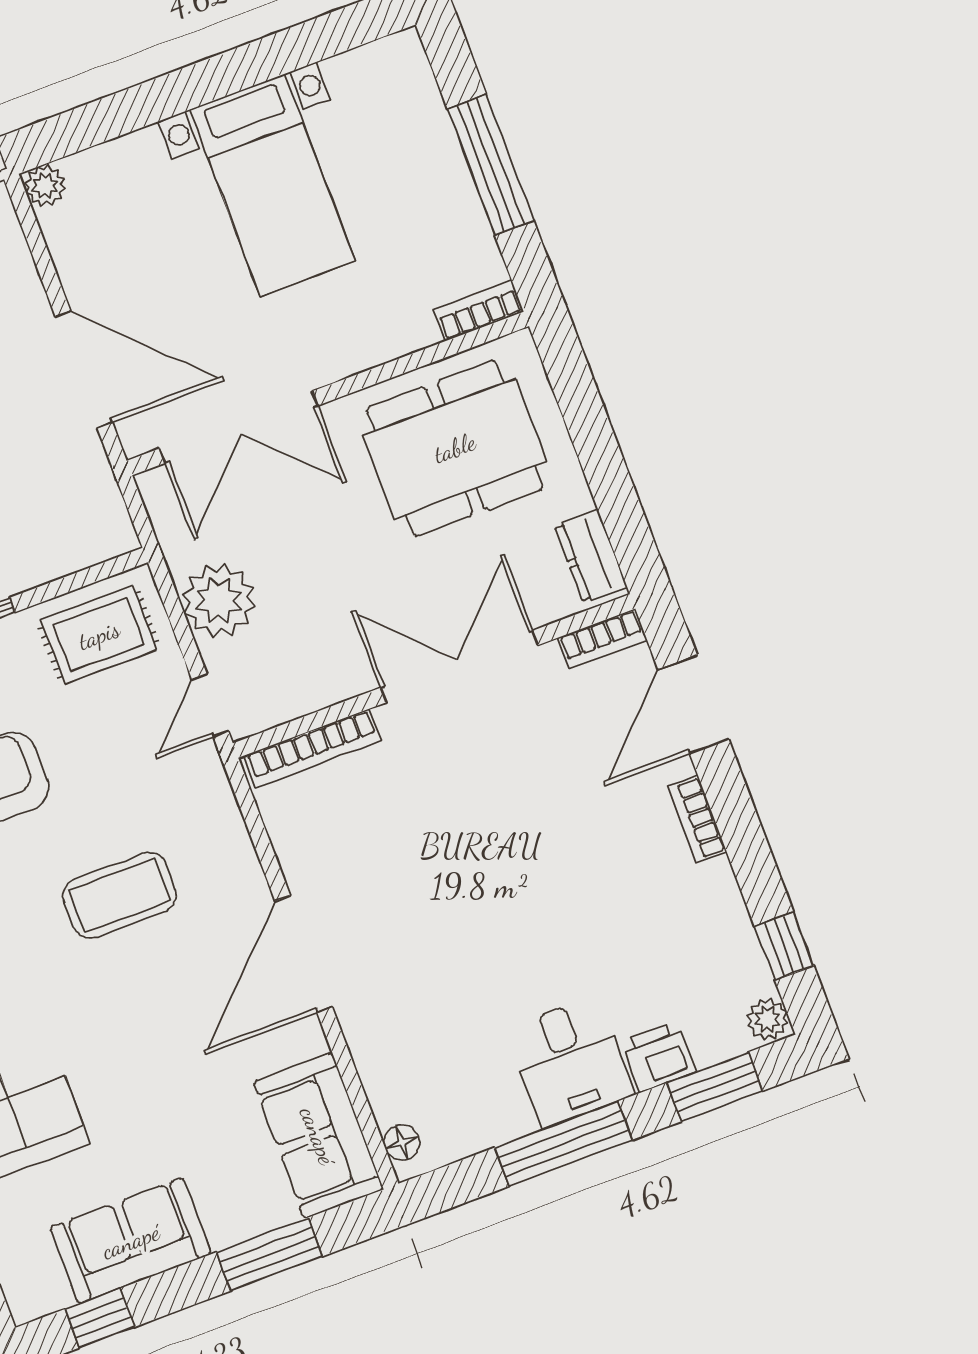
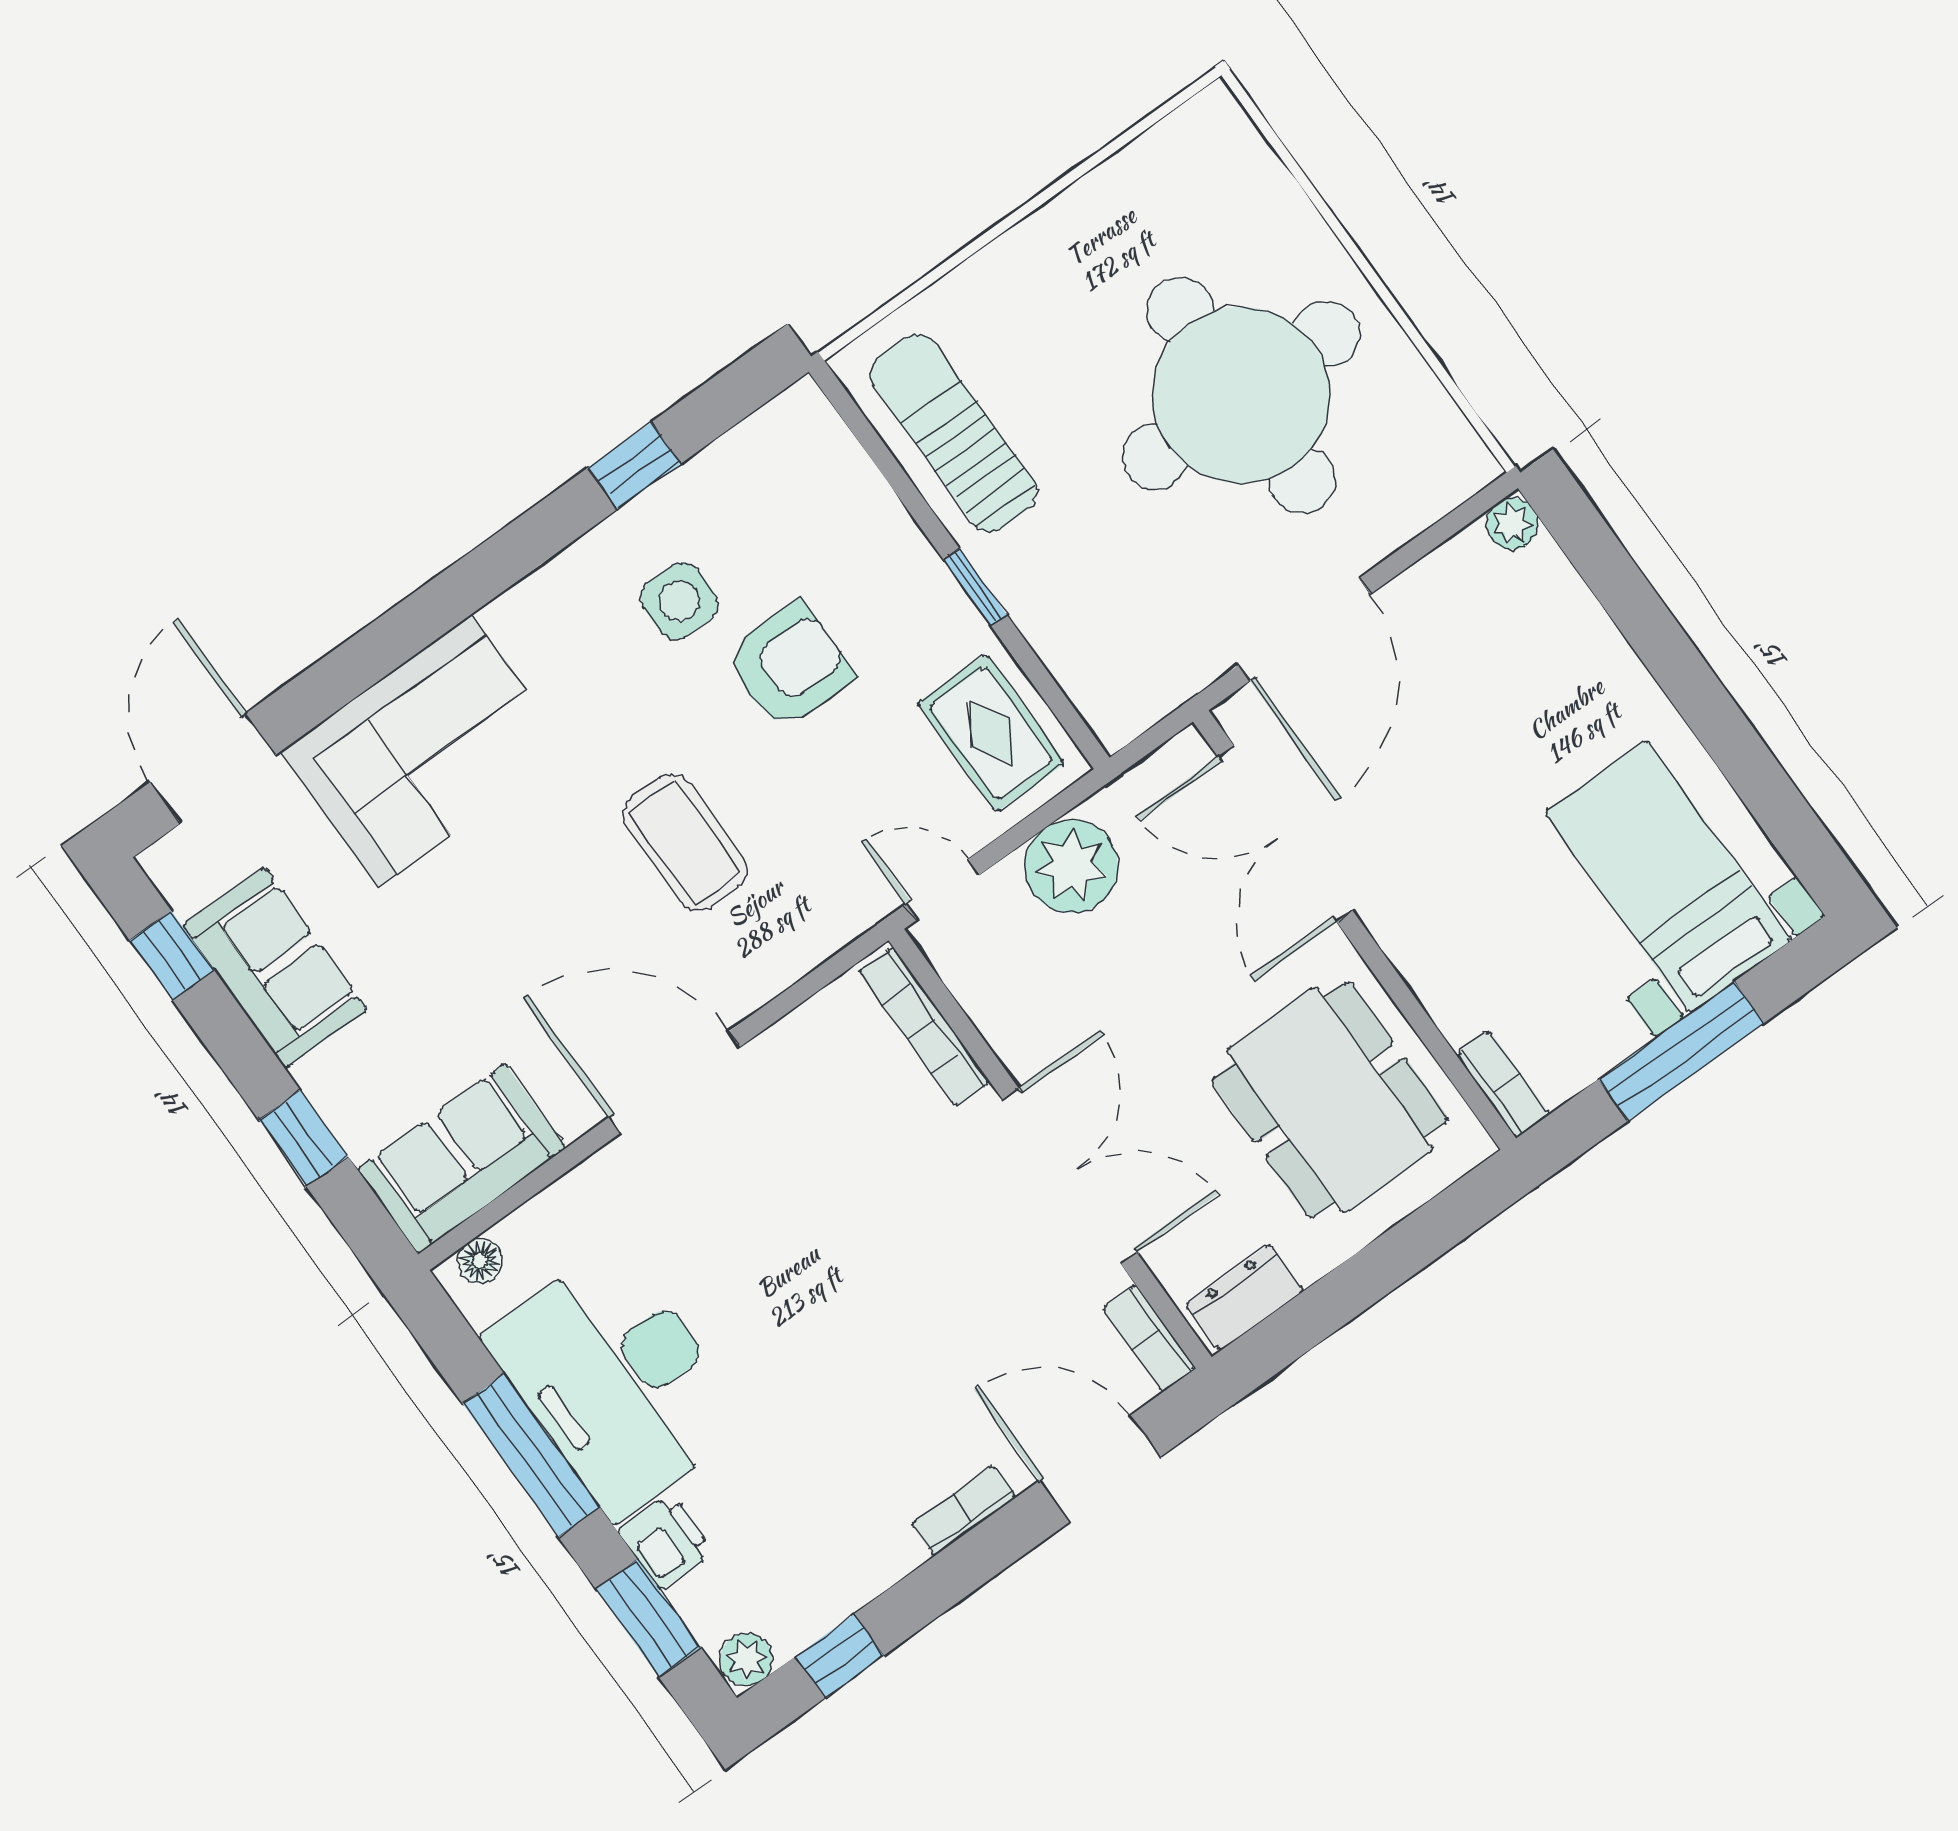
bed with nightstands: (272, 185) -> (1668, 876), moved, turned 90
desk: (570, 1062) -> (616, 1381), width x1.87, depth x1.30
window: (269, 1254) -> (303, 1138), width x0.67

